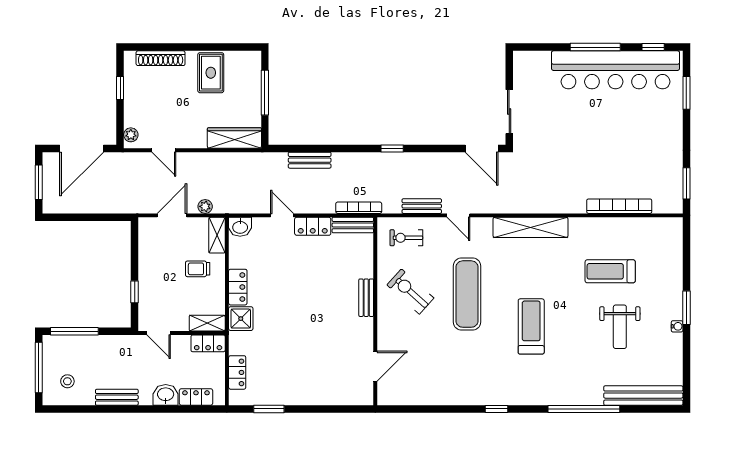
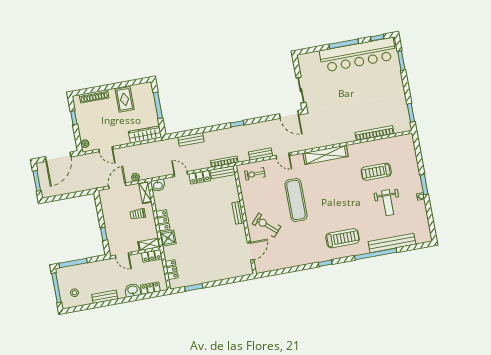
exercise bike: (410, 291) -> (267, 225), moved
treadmill: (531, 326) -> (343, 238), moved, turned 90
bench: (643, 396) -> (392, 243), moved

